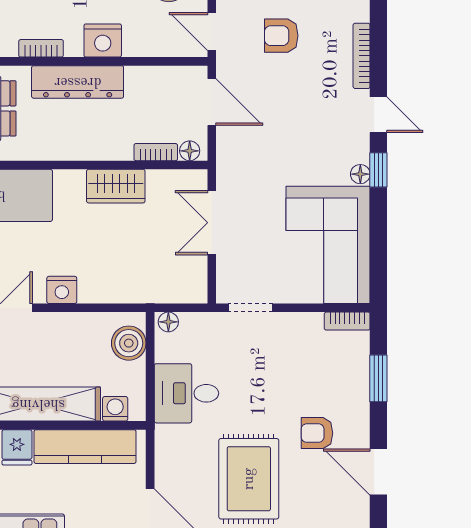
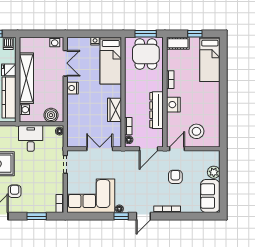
dresser: (78, 82) -> (157, 110), moved

